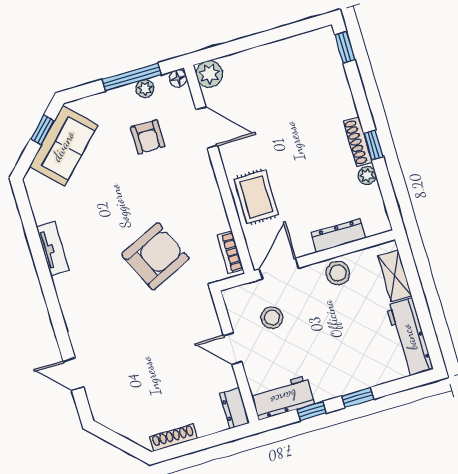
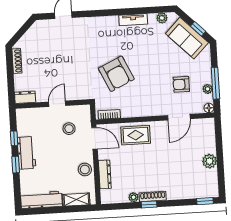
plant: (209, 74) -> (210, 161), moved
plant: (38, 198) -> (162, 18), added
workbench: (283, 398) -> (26, 153), moved

